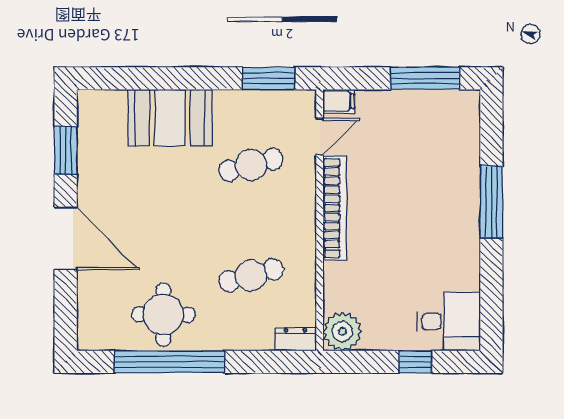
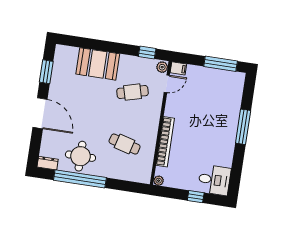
window: (269, 78) -> (147, 53), width x0.67
plant: (305, 104) -> (162, 67), added
bookcase: (335, 208) -> (165, 142), moved
cafe table: (251, 275) -> (125, 144), turned 30
plant: (342, 331) -> (159, 181), width x0.53, depth x0.53
dresser: (296, 339) -> (48, 163), moved

